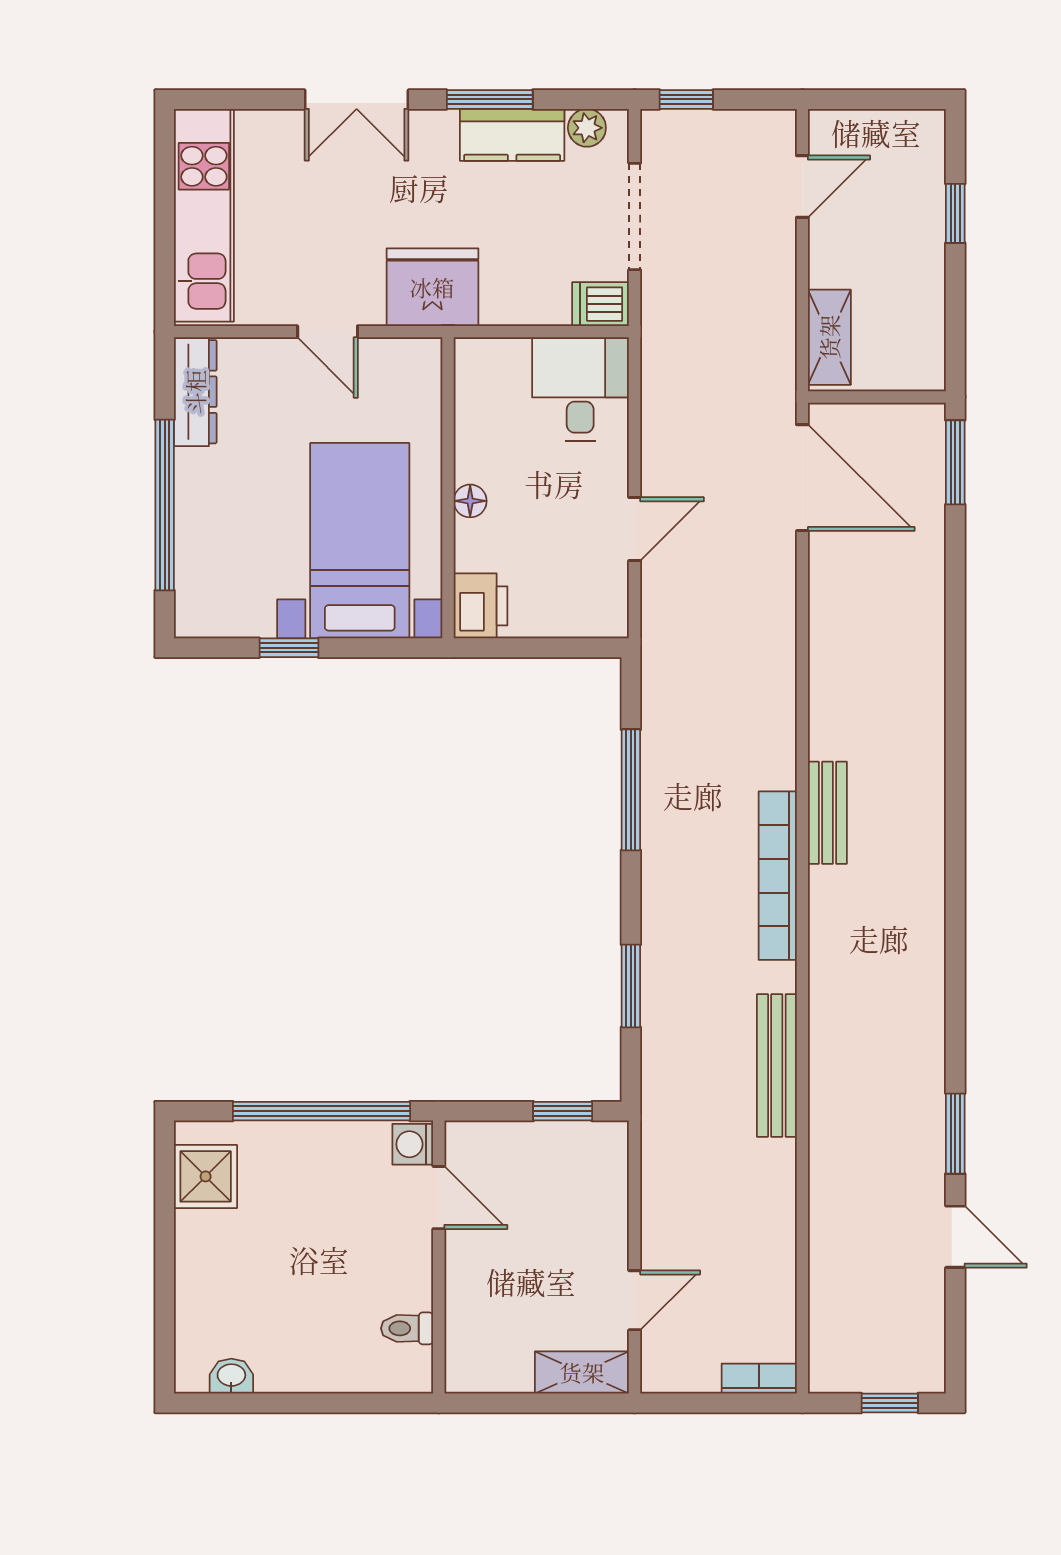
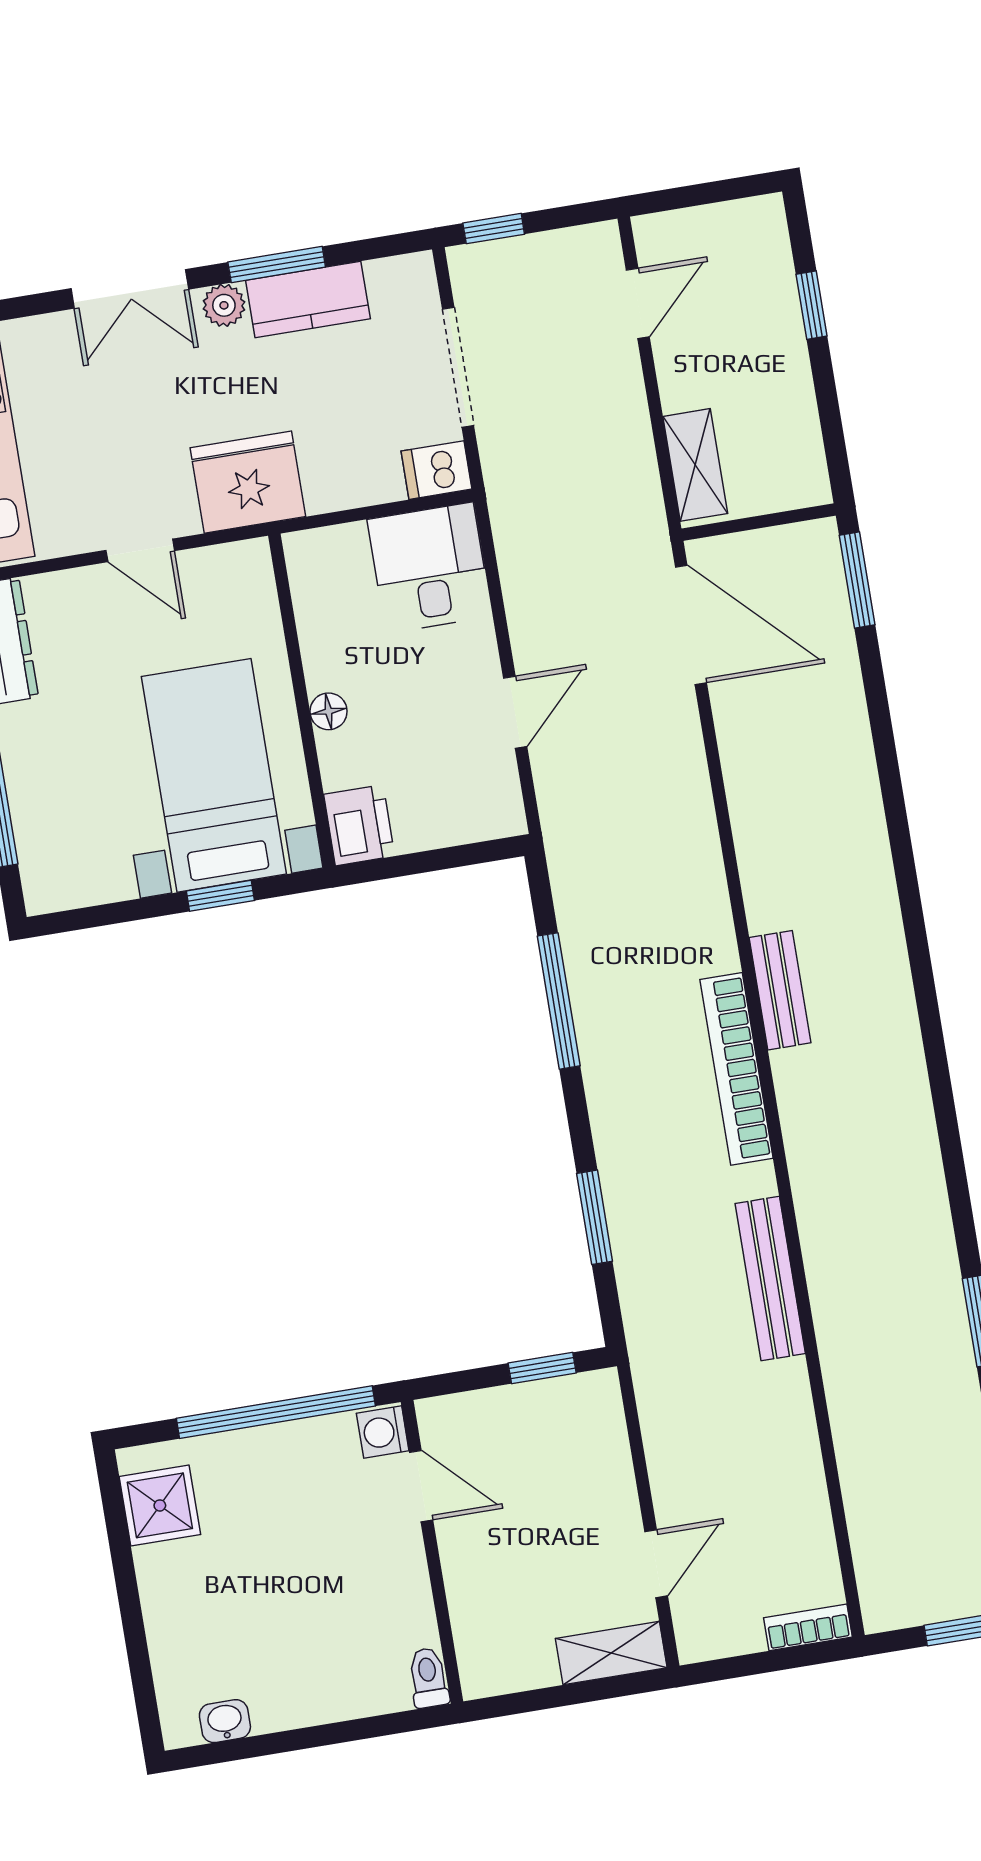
plant: (587, 128) -> (224, 305), moved
window: (289, 648) -> (220, 896), moved
toilet: (407, 1328) -> (428, 1678), moved, turned 90

